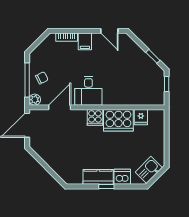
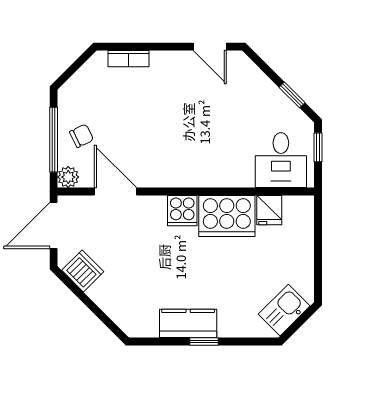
filing cabinet: (85, 41) -> (163, 67), removed
desk: (88, 91) -> (281, 160), moved
door: (60, 107) -> (115, 192), hinge flipped
dishwasher: (122, 177) -> (83, 271), moved, turned 45

